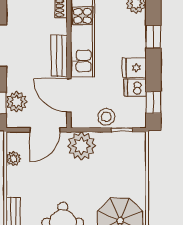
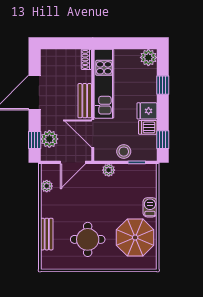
plant: (81, 146) -> (109, 170), width x0.53, depth x0.53
barbecue: (138, 184) -> (150, 207), added

